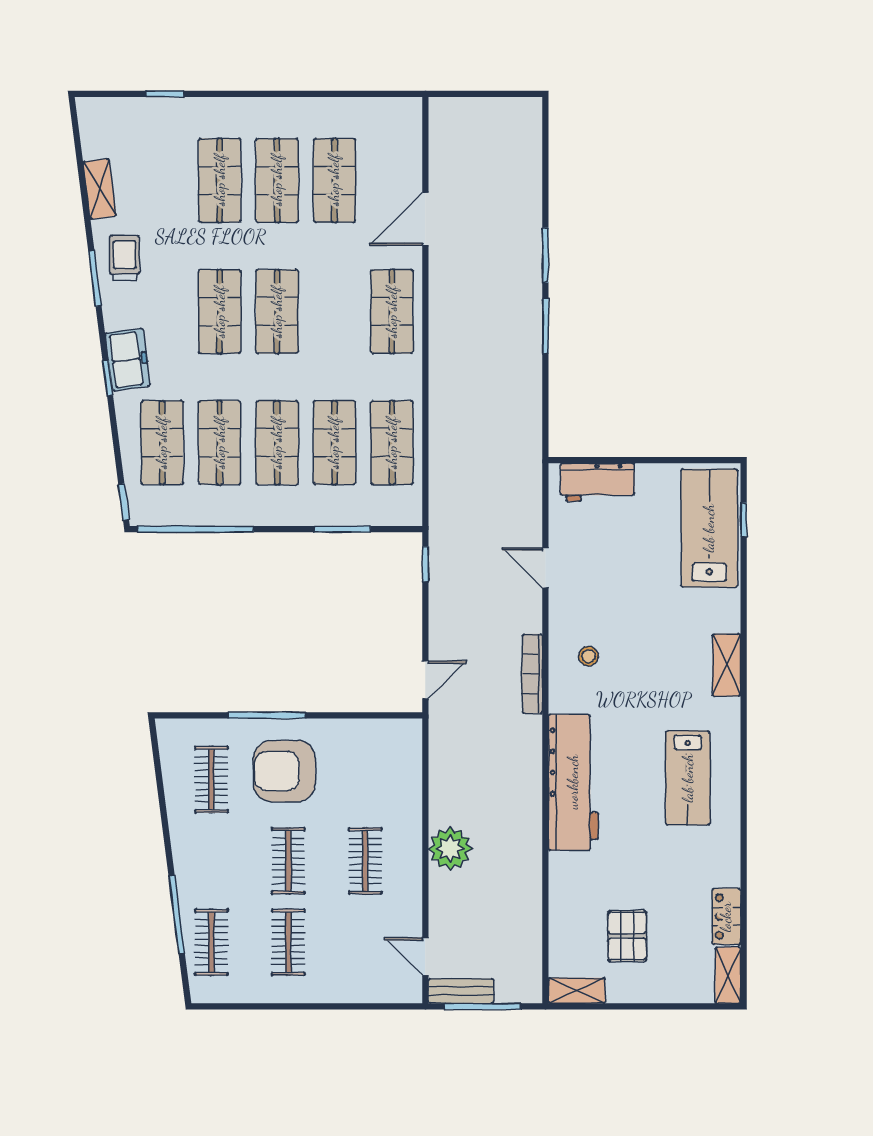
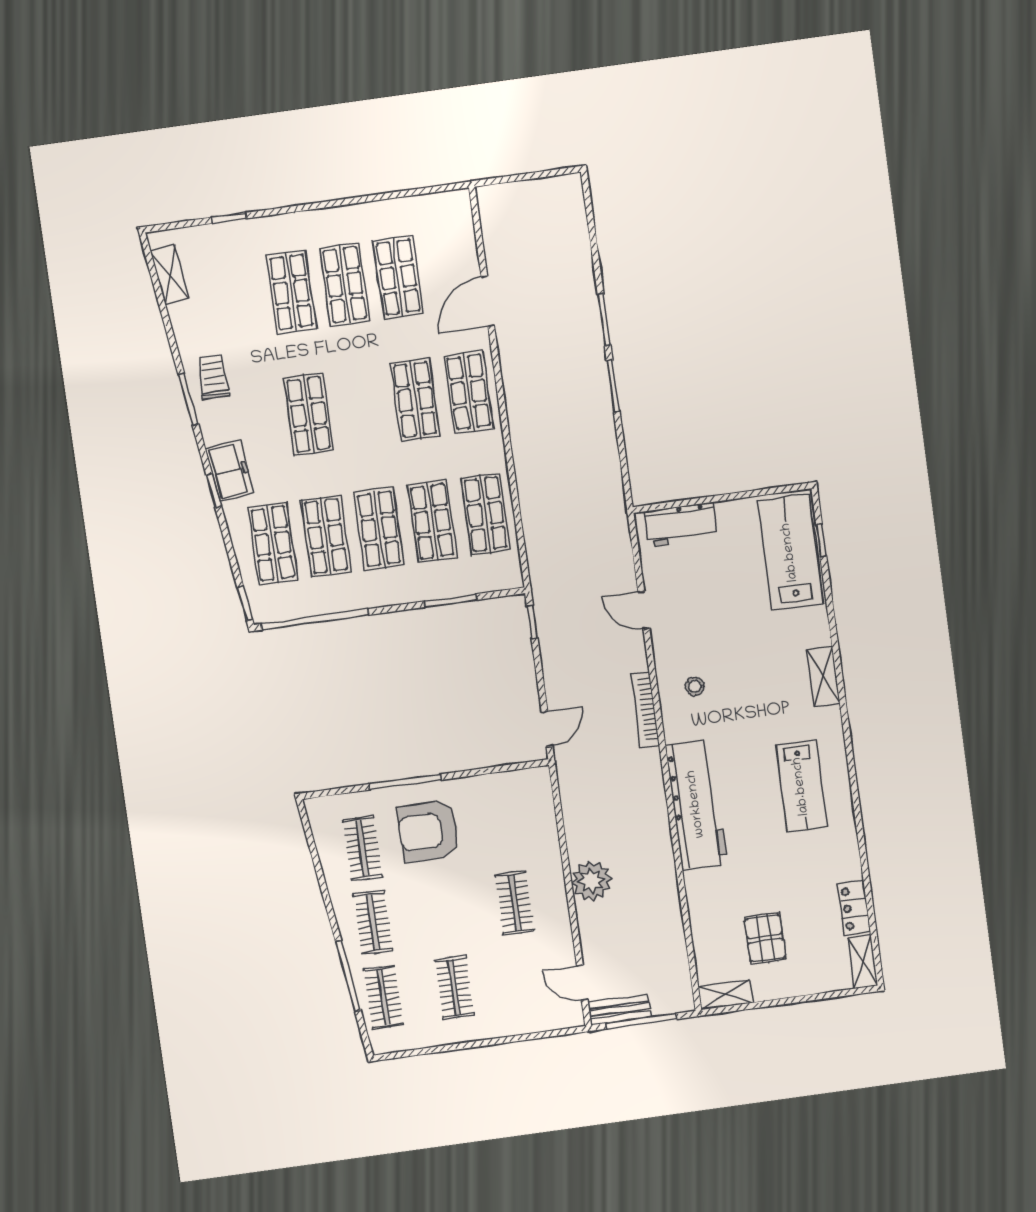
shelving: (100, 189) -> (169, 274), moved
shop shelf: (277, 312) -> (415, 399), moved
clothes rail: (288, 861) -> (373, 923), moved

